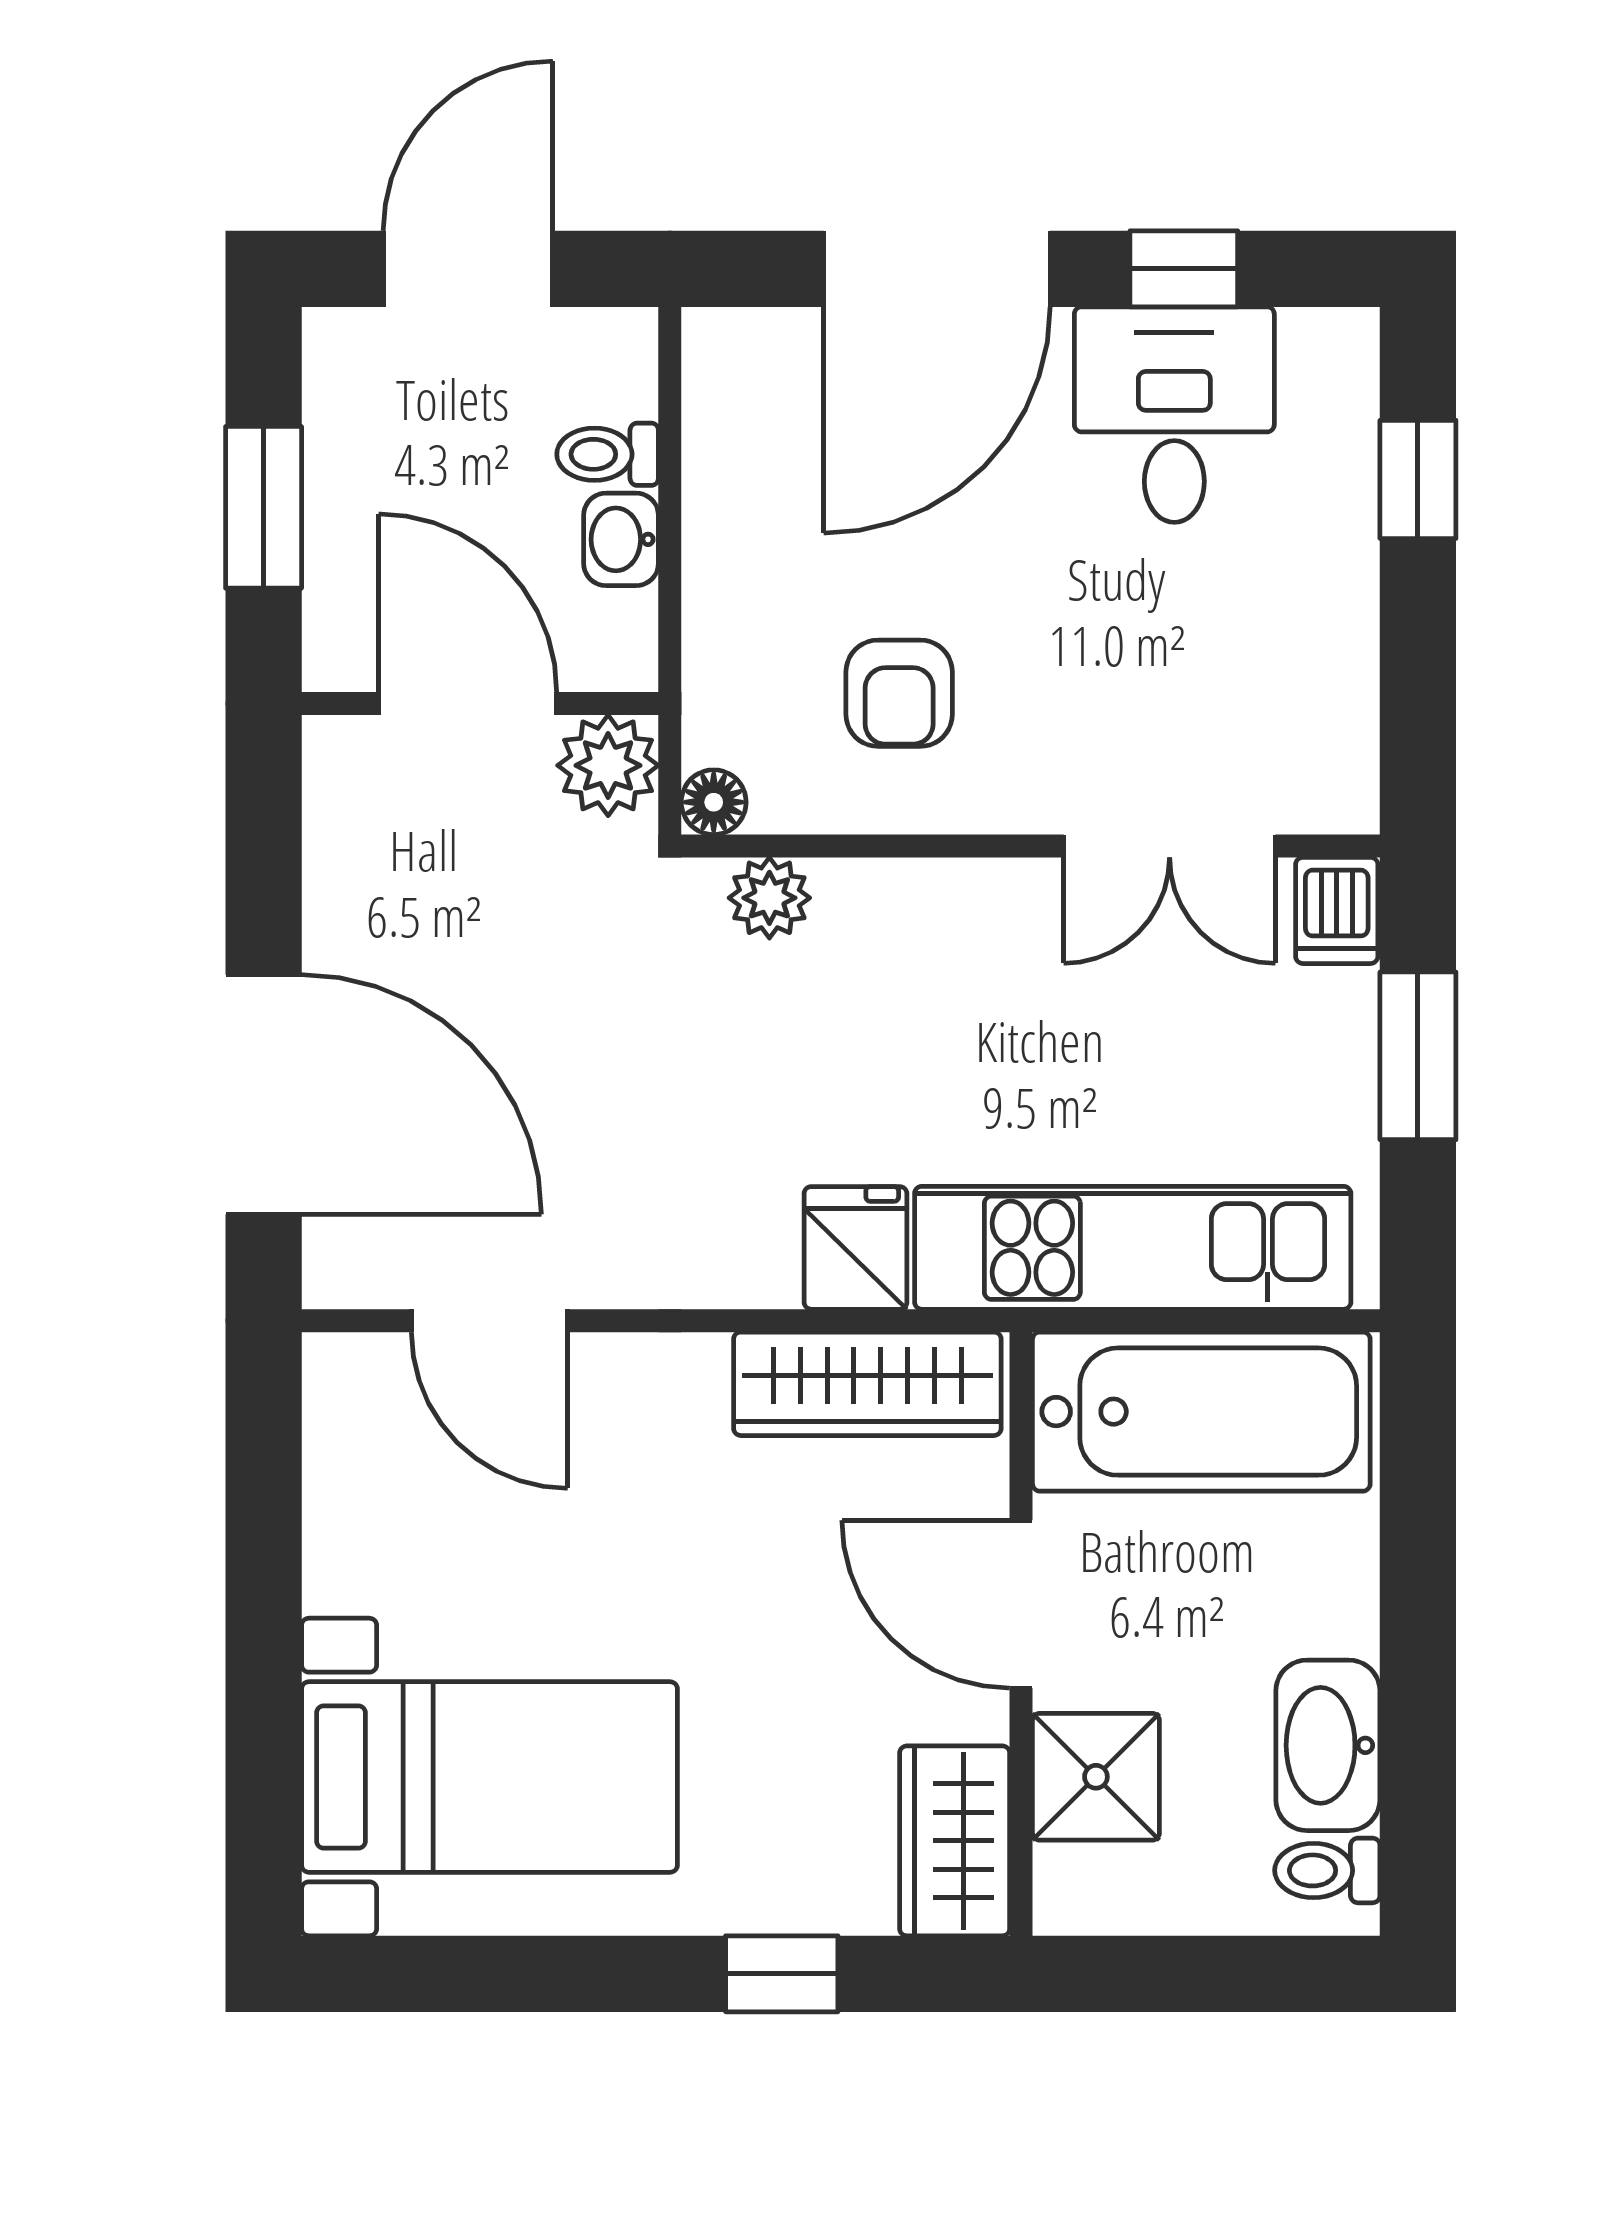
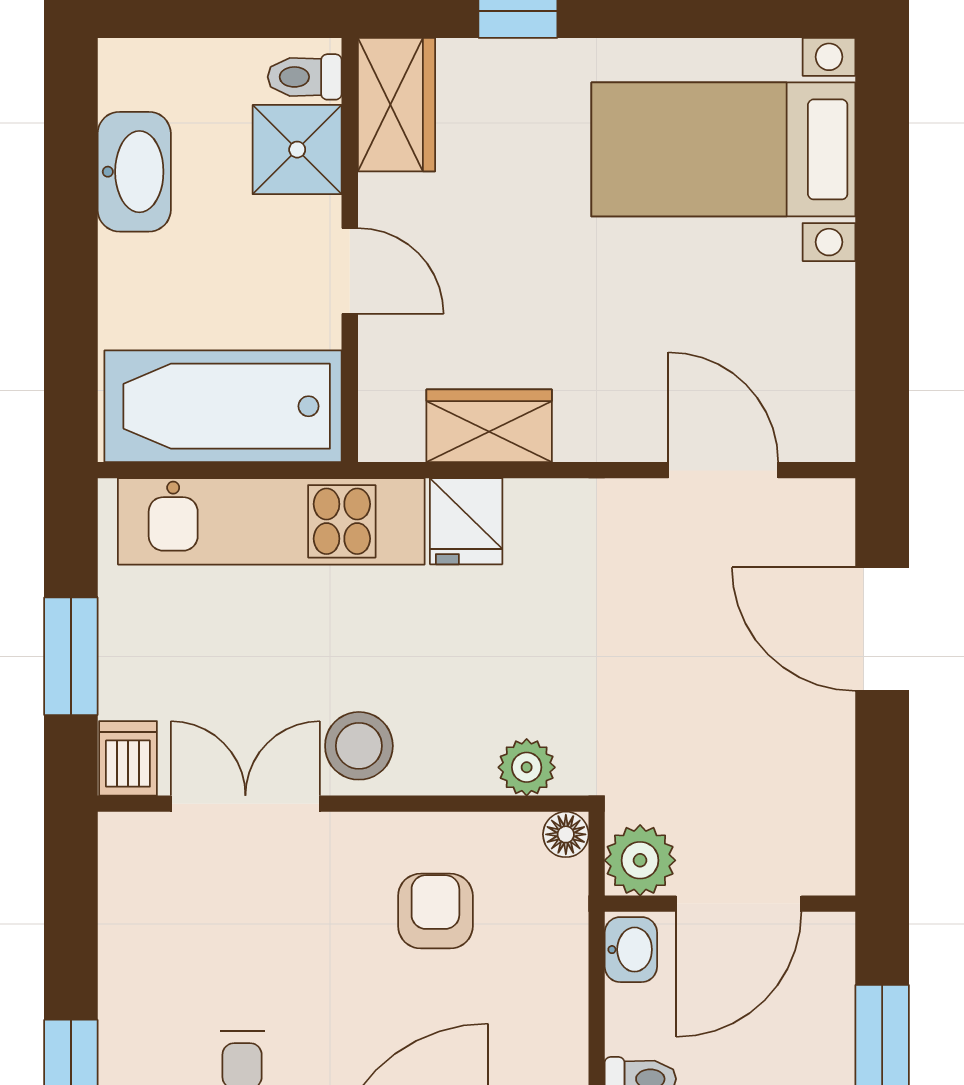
washbasin: (621, 539) -> (631, 950), moved
door: (468, 704) -> (739, 904), hinge flipped
stool: (1008, 928) -> (359, 746), added
door: (264, 1094) -> (882, 629), width x0.73
wardrobe: (867, 1384) -> (489, 426), width x0.67
door: (1021, 1604) -> (350, 271), width x0.73
toilet: (1327, 1870) -> (305, 77), moved, turned 180

